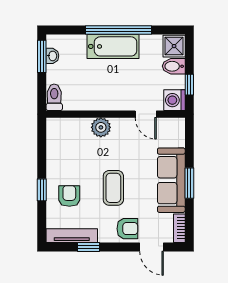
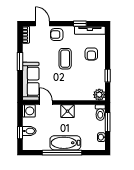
shower: (174, 46) -> (68, 111), moved
window: (42, 56) -> (108, 122), moved
window: (189, 85) -> (20, 133), moved
plant: (101, 127) -> (99, 95), moved
sofa: (171, 180) -> (31, 81), moved
window: (42, 190) -> (108, 76), moved

